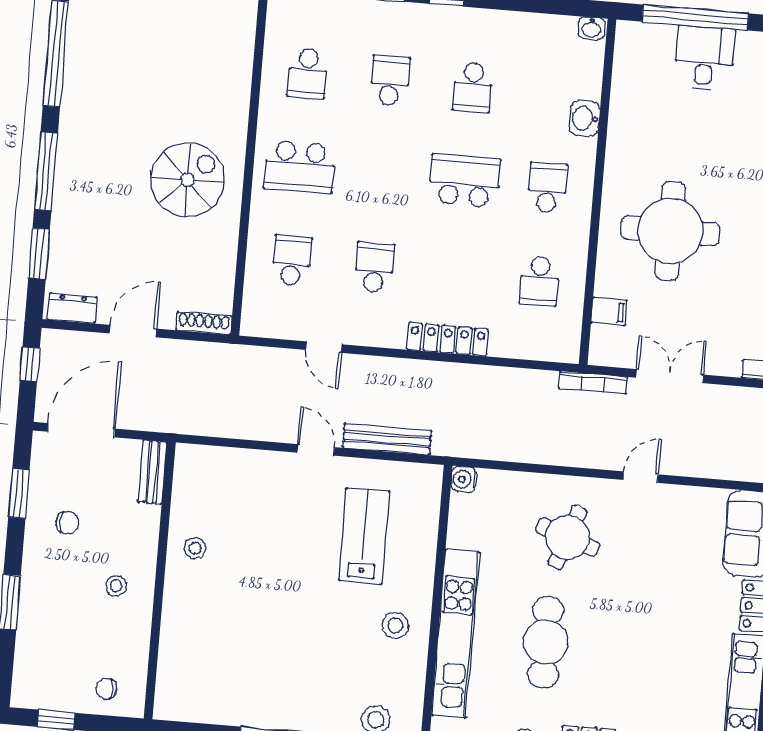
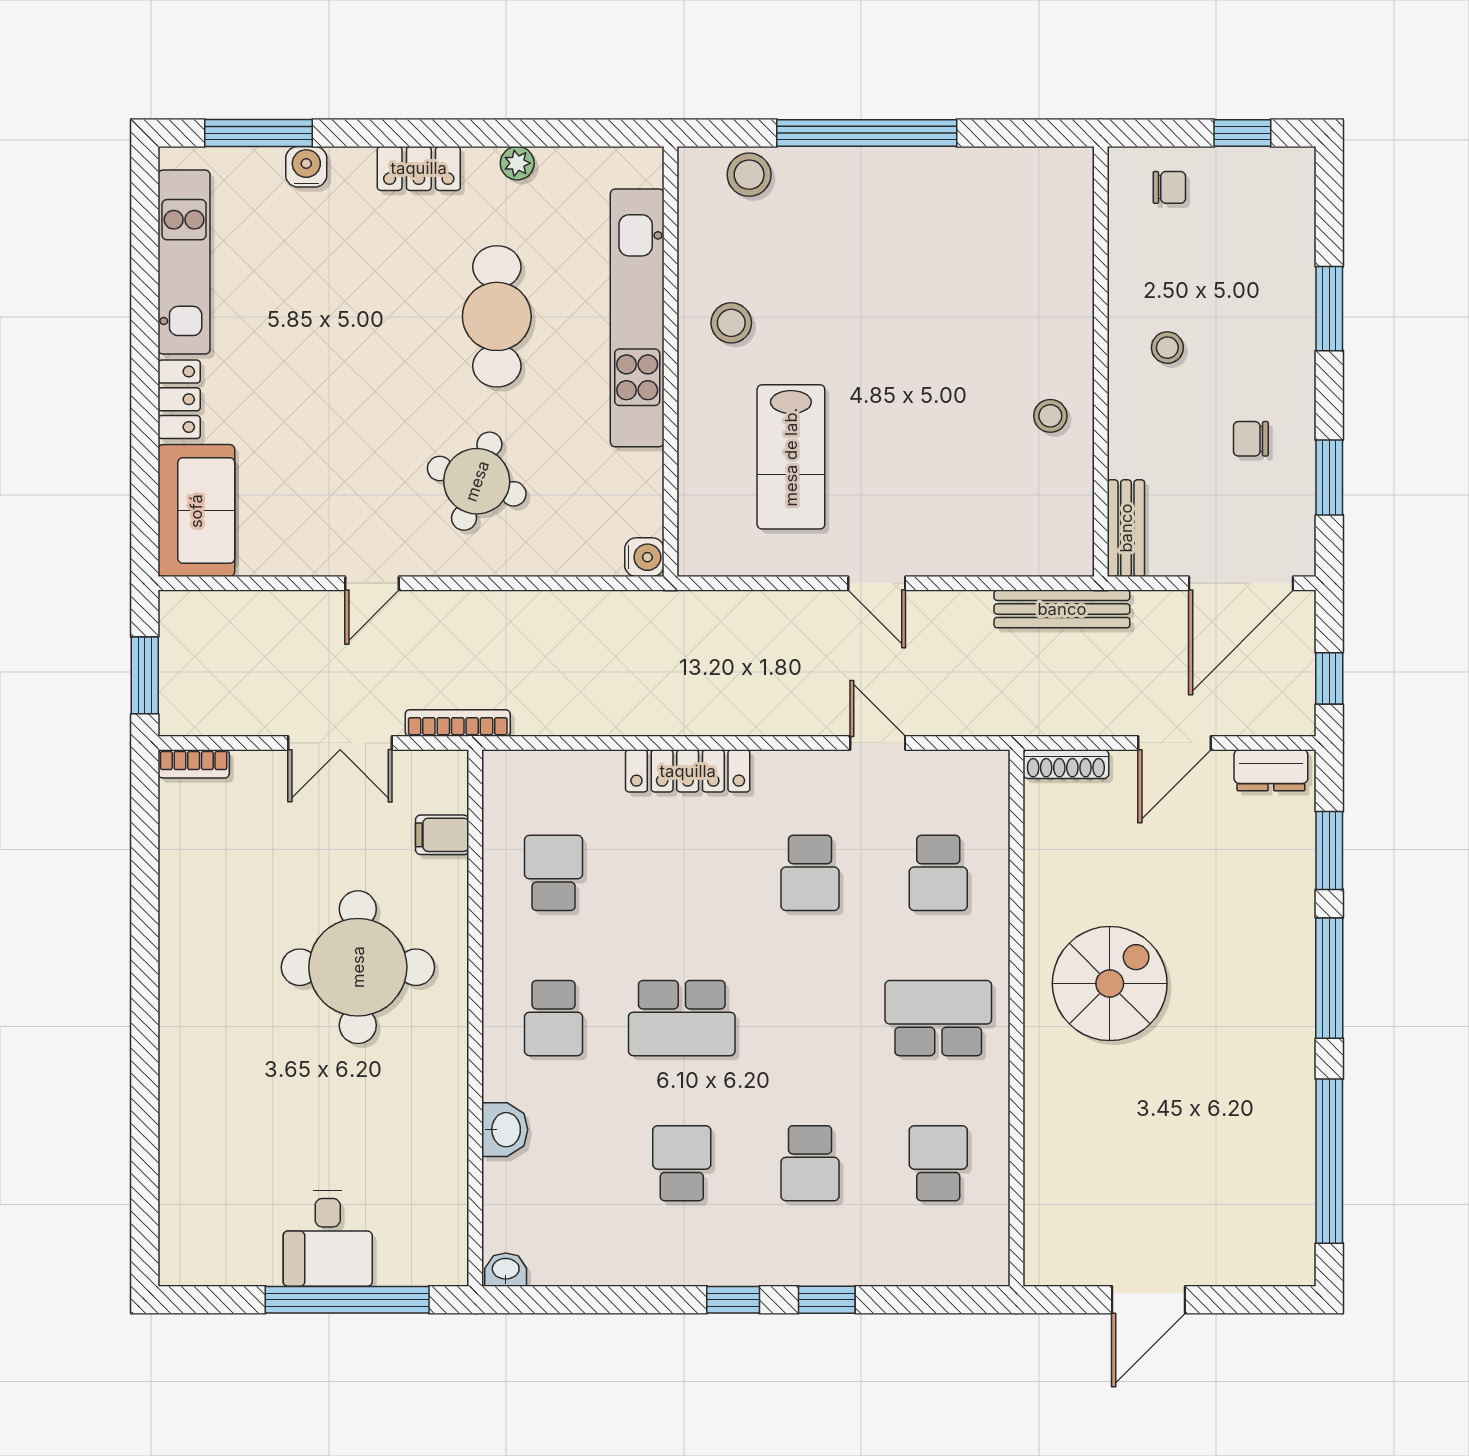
spiral stairs: (187, 180) -> (1110, 984), turned 180
bench: (387, 439) -> (1062, 609), moved

